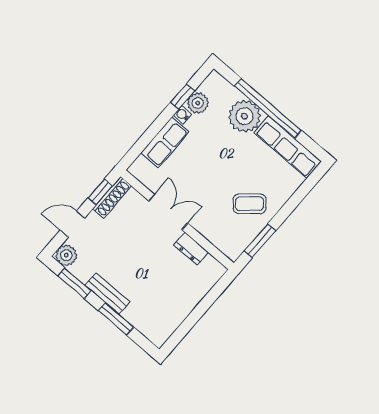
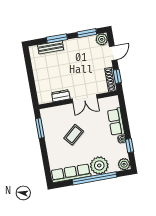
plant: (198, 103) -> (124, 164), moved
coffee table: (250, 204) -> (74, 135), moved
bench: (107, 293) -> (51, 47), moved

